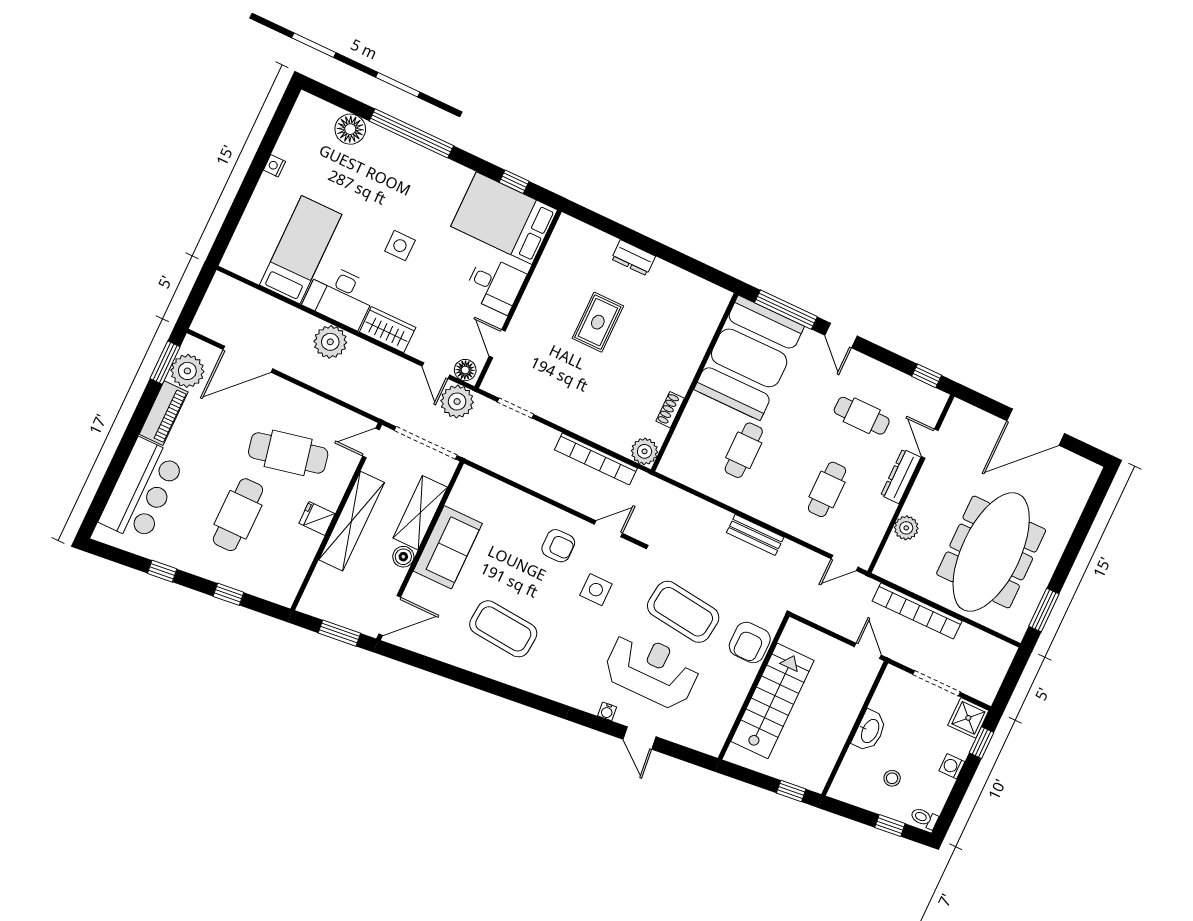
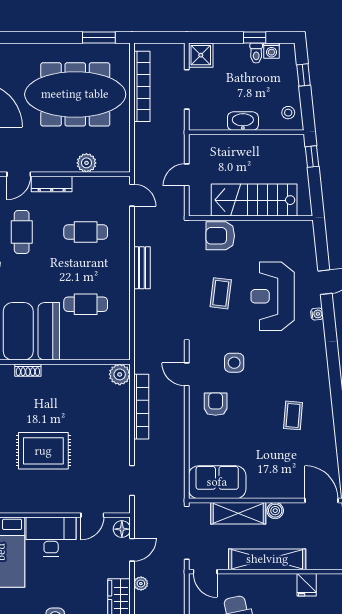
desk: (495, 284) -> (51, 537), width x1.37
rug: (598, 322) -> (43, 451), width x1.36, depth x1.43
plant: (457, 402) -> (141, 584), moved, width x0.53, depth x0.53
shoe rack: (670, 410) -> (28, 370), moved
fridge: (317, 518) -> (307, 585), moved
sofa: (448, 547) -> (217, 482), moved
bookcase: (917, 611) -> (142, 86), moved
coffee table: (683, 612) -> (221, 293), width x0.54, depth x0.58
coffee table: (503, 629) -> (293, 415), width x0.54, depth x0.58
armchair: (750, 642) -> (220, 236), turned 180
door: (868, 651) -> (187, 175), moved
window: (982, 743) -> (255, 38), moved
washing machine: (952, 766) -> (271, 51), moved
stool: (892, 778) -> (288, 113), moved
toilet: (924, 818) -> (256, 53), moved

